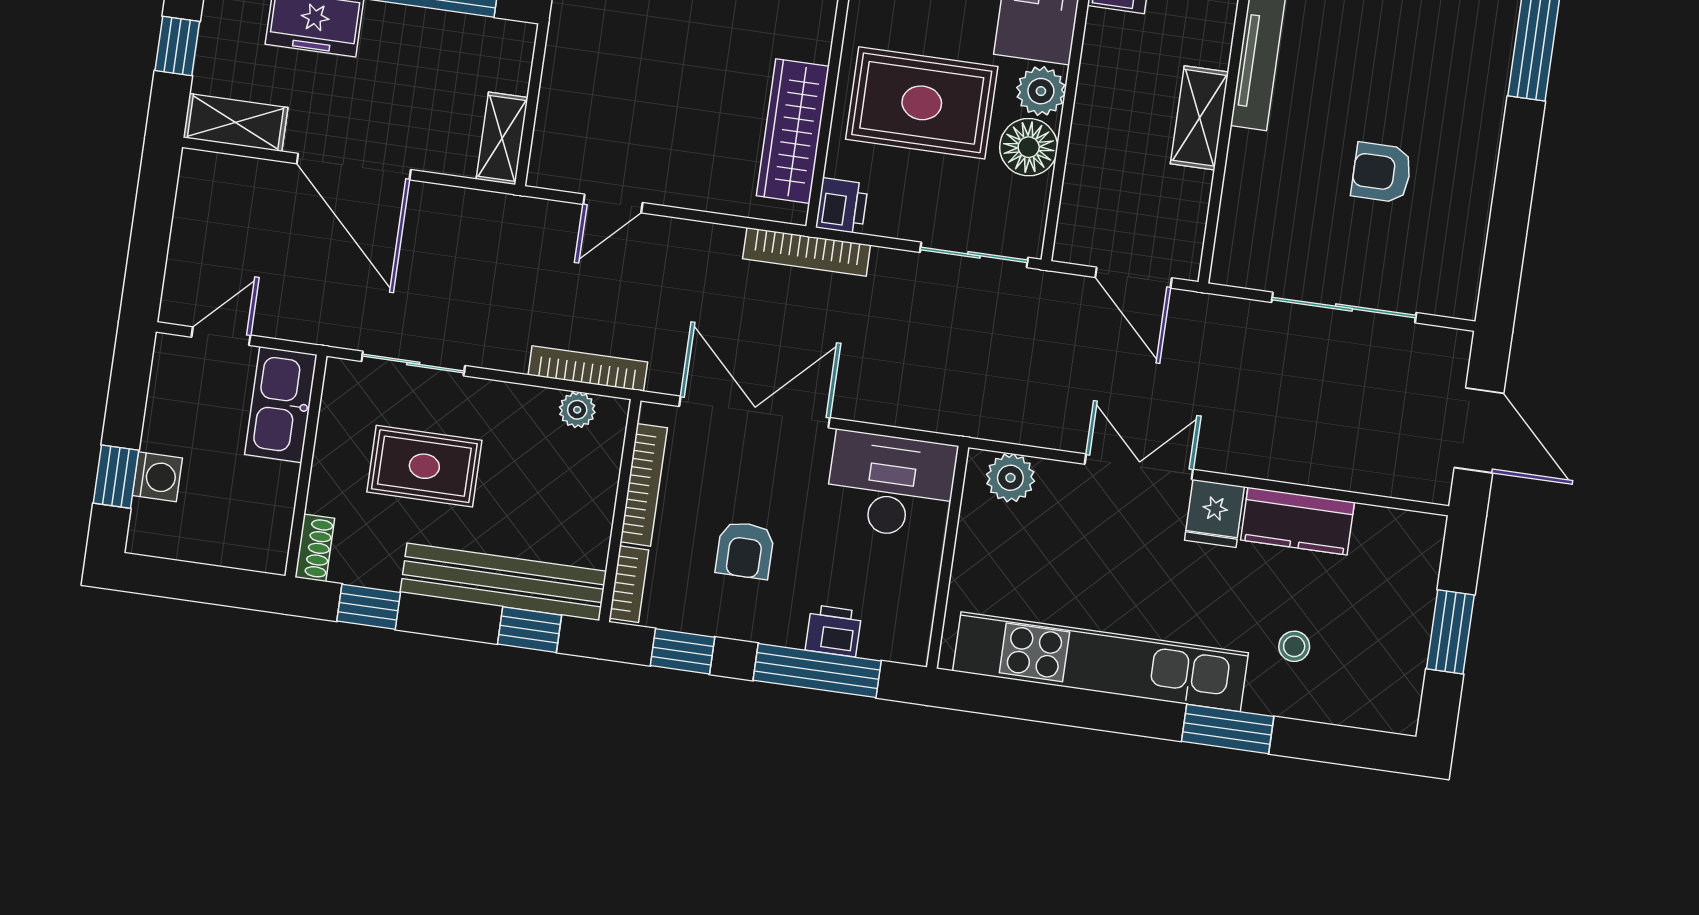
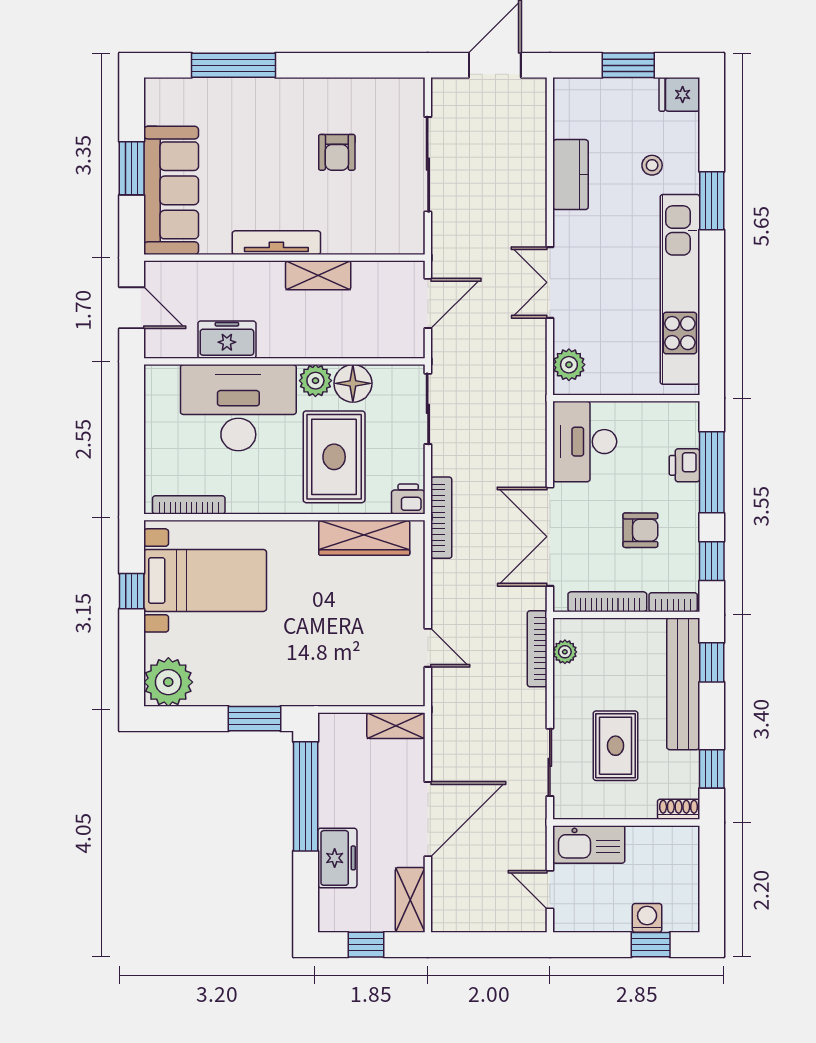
fridge: (1215, 513) -> (679, 94), moved, turned 180

